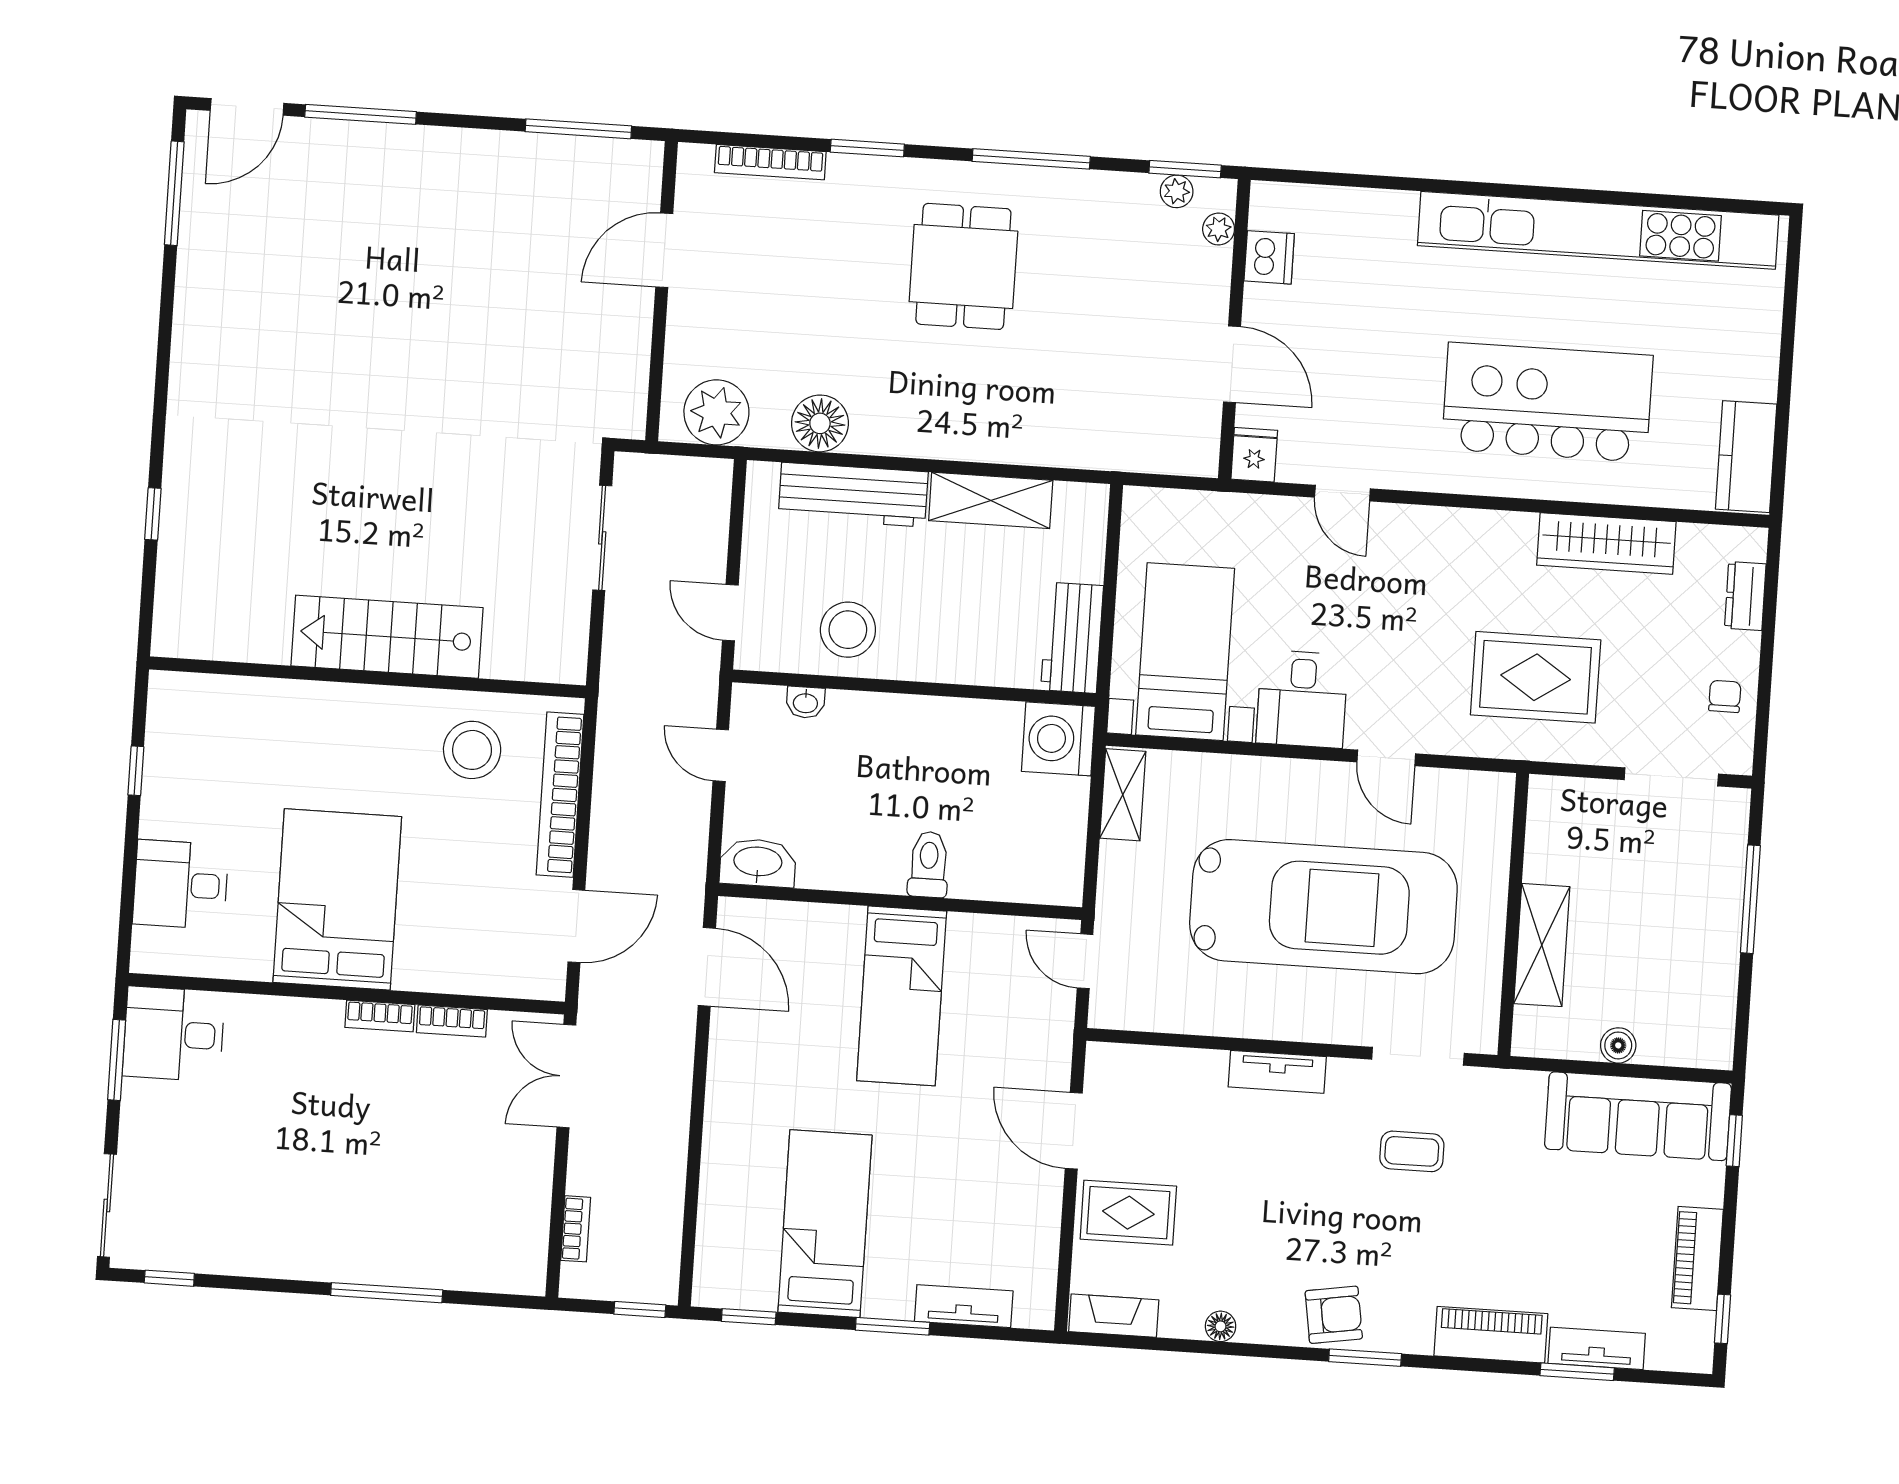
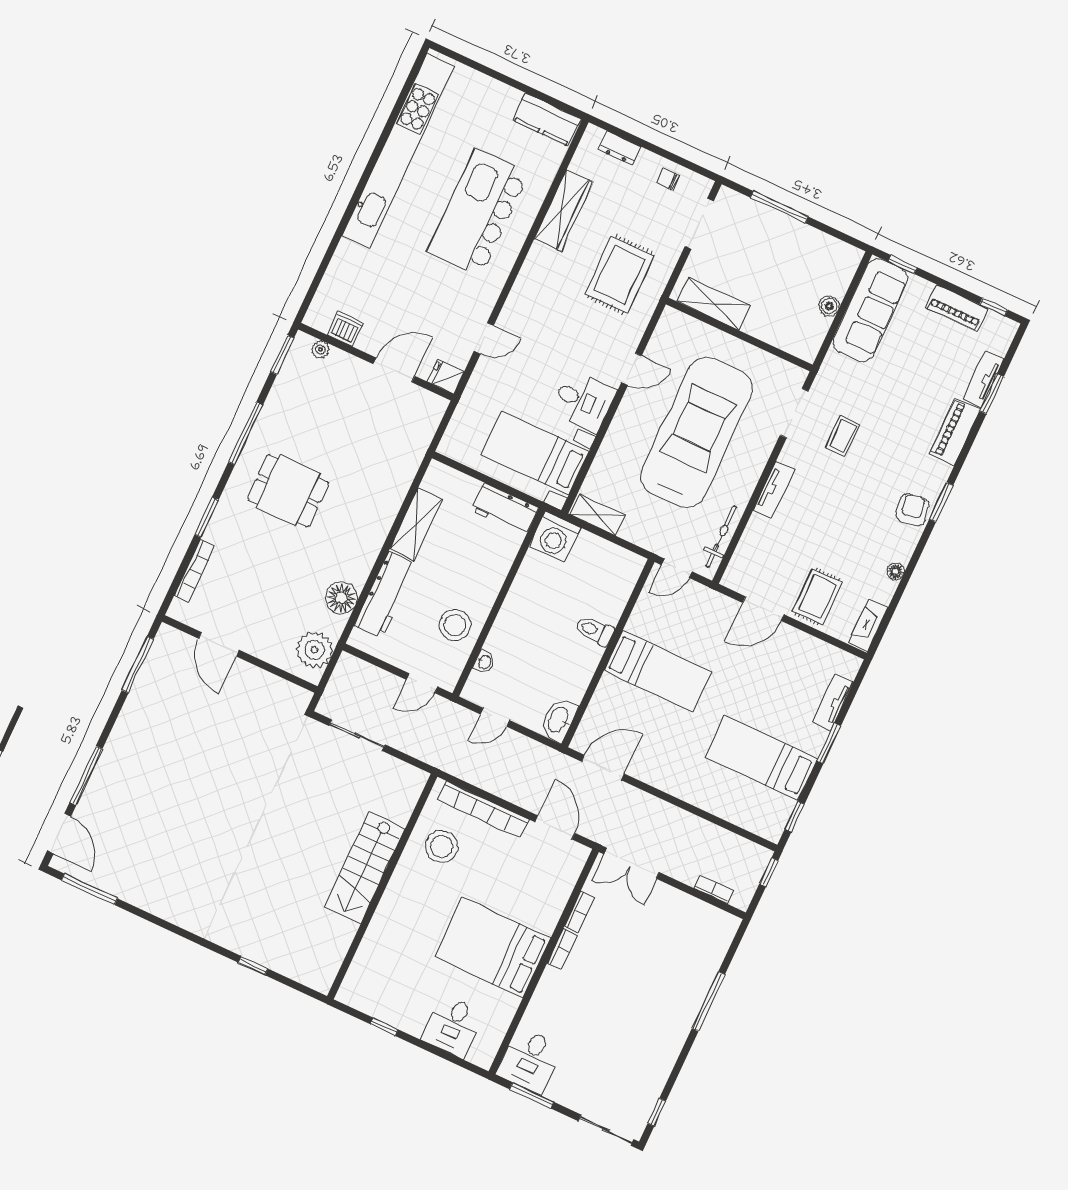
plant: (1177, 191) -> (292, 364), removed
shelving: (1542, 945) -> (714, 304), moved
bicycle: (1166, 1014) -> (721, 537), added

